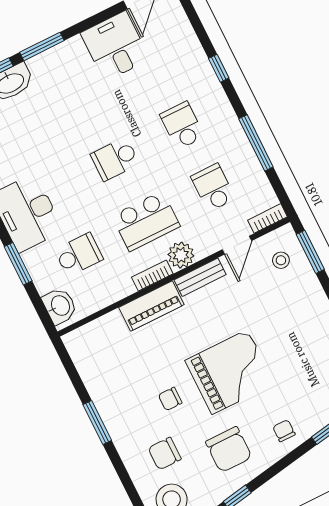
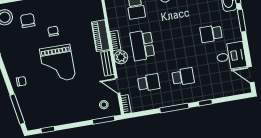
window: (256, 143) -> (174, 108), moved
school desk: (115, 159) -> (211, 34), moved, turned -90
chair: (229, 449) -> (20, 52), removed

